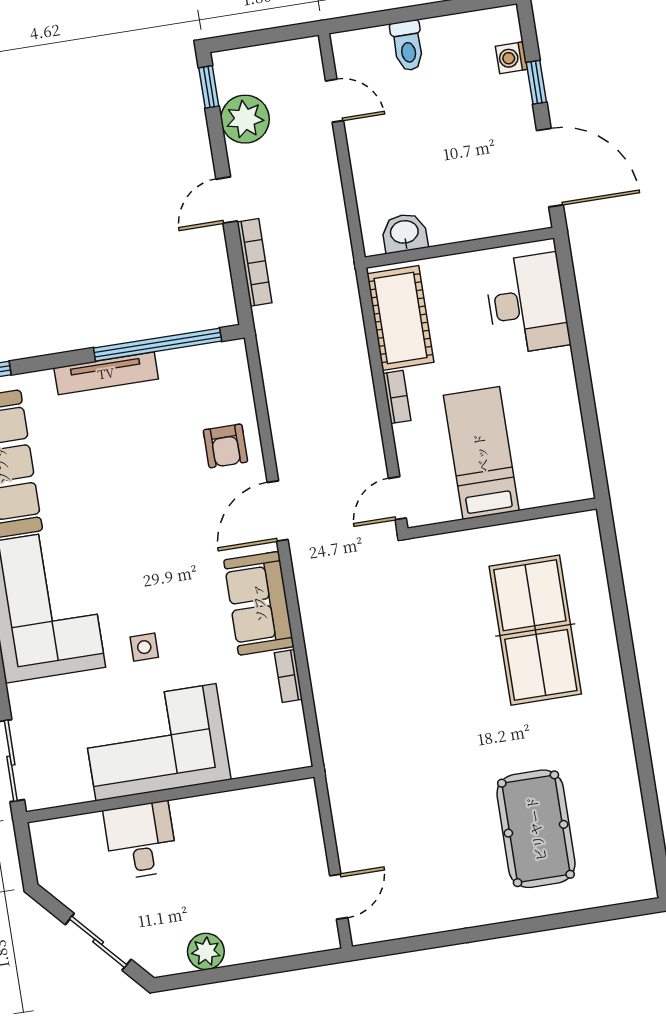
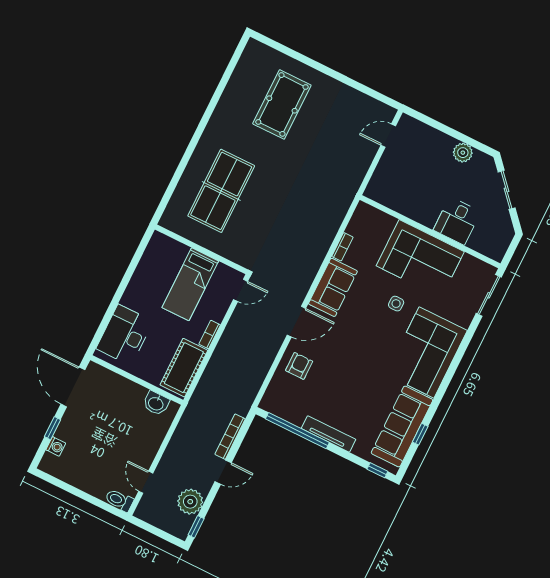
toilet: (408, 46) -> (119, 500), moved, turned -90

